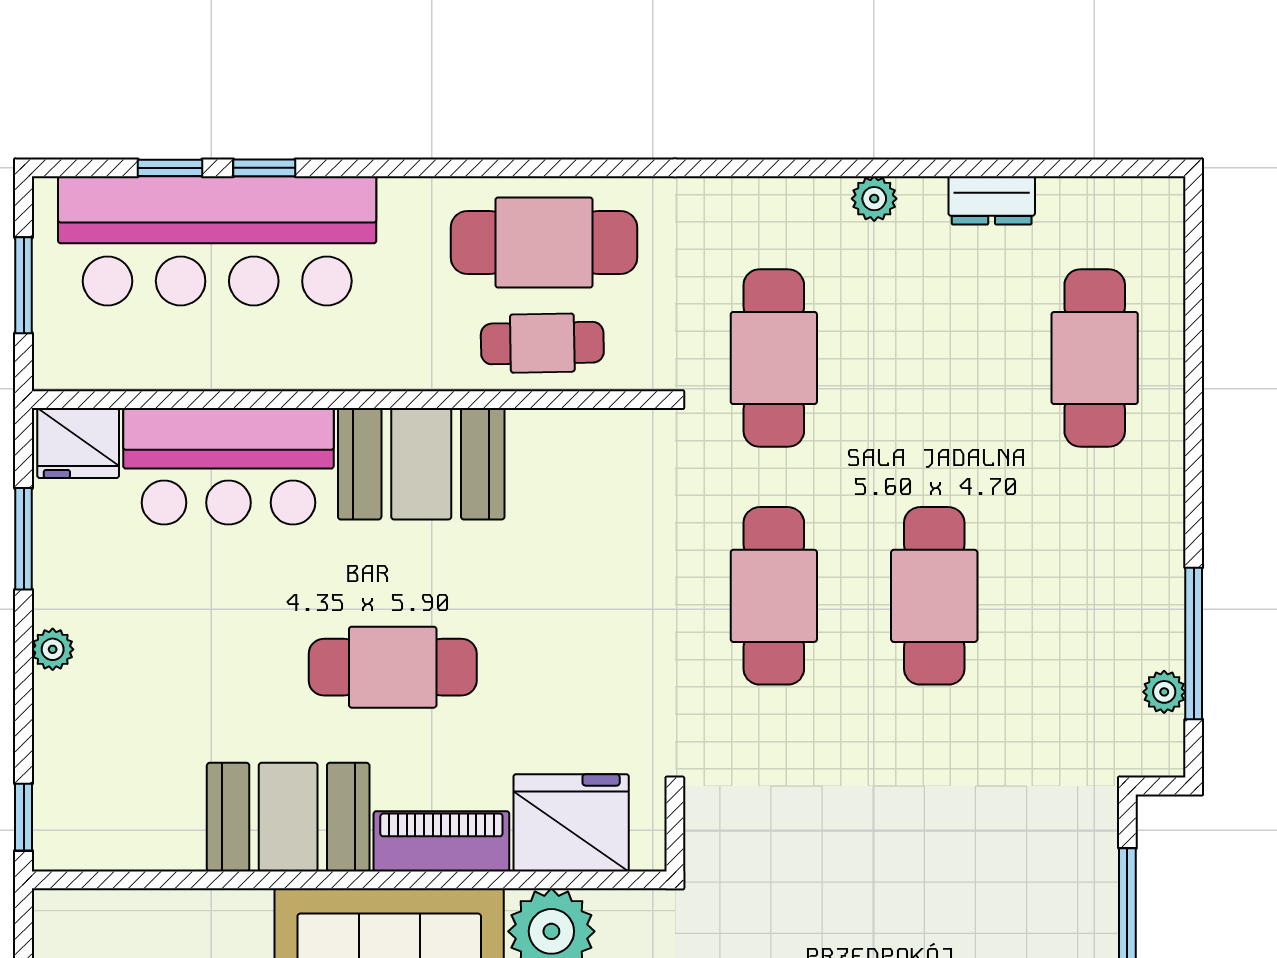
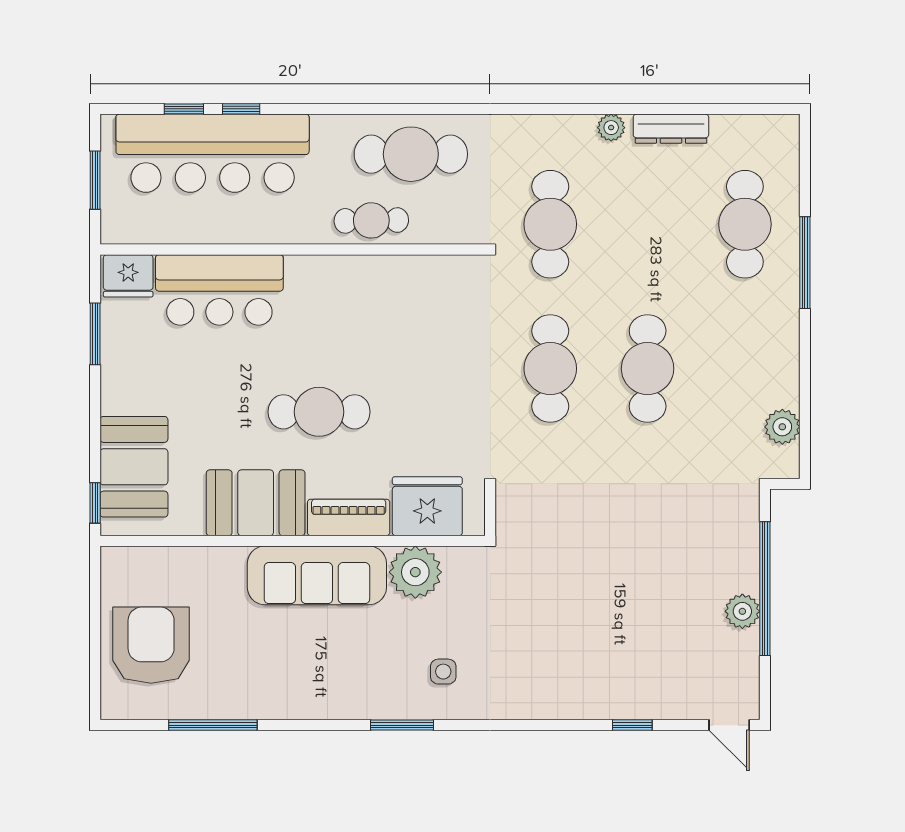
dresser: (992, 200) -> (671, 129), width x1.44
cafe table: (542, 343) -> (371, 220), moved
booth: (421, 464) -> (134, 467), moved, turned 90
window: (1194, 644) -> (805, 263), moved
plant: (53, 649) -> (113, 401), removed
plant: (1164, 692) -> (782, 427), width x1.38, depth x1.38

